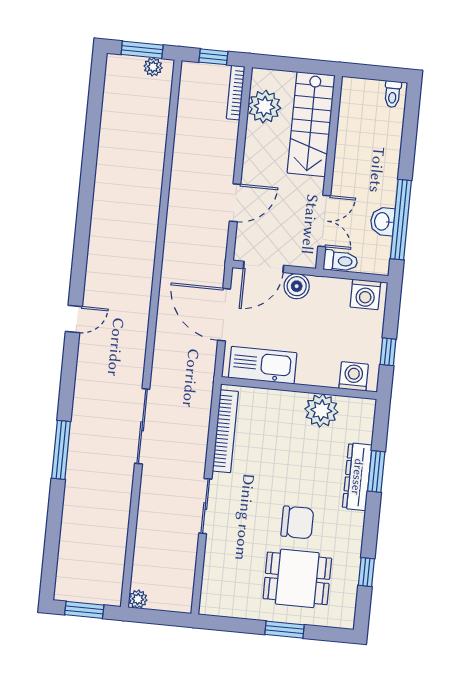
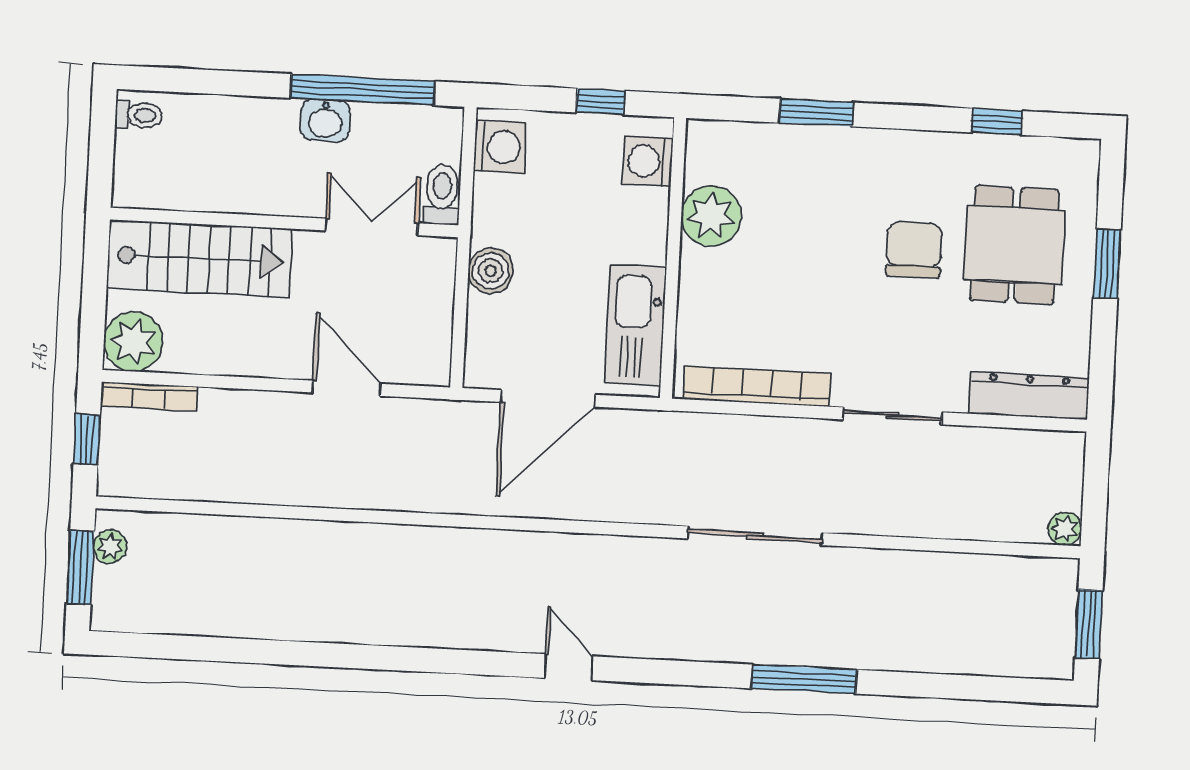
plant: (264, 107) -> (133, 342), moved
washbasin: (382, 221) -> (325, 120), moved
door: (264, 267) -> (459, 332), removed
dresser: (357, 477) -> (1029, 396), moved, turned 180

